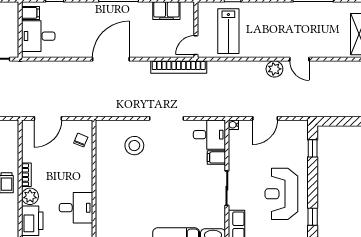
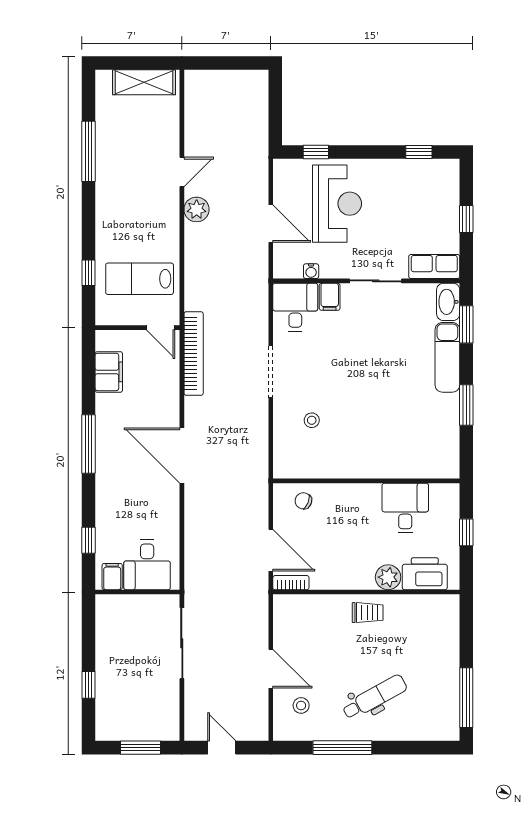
lab bench: (228, 31) -> (140, 279), turned 180
water cooler: (233, 125) -> (311, 271), moved
stool: (134, 146) -> (312, 420), width x0.53, depth x0.53
bookcase: (26, 175) -> (291, 583), moved
reception desk: (281, 194) -> (337, 204), moved, turned -90

